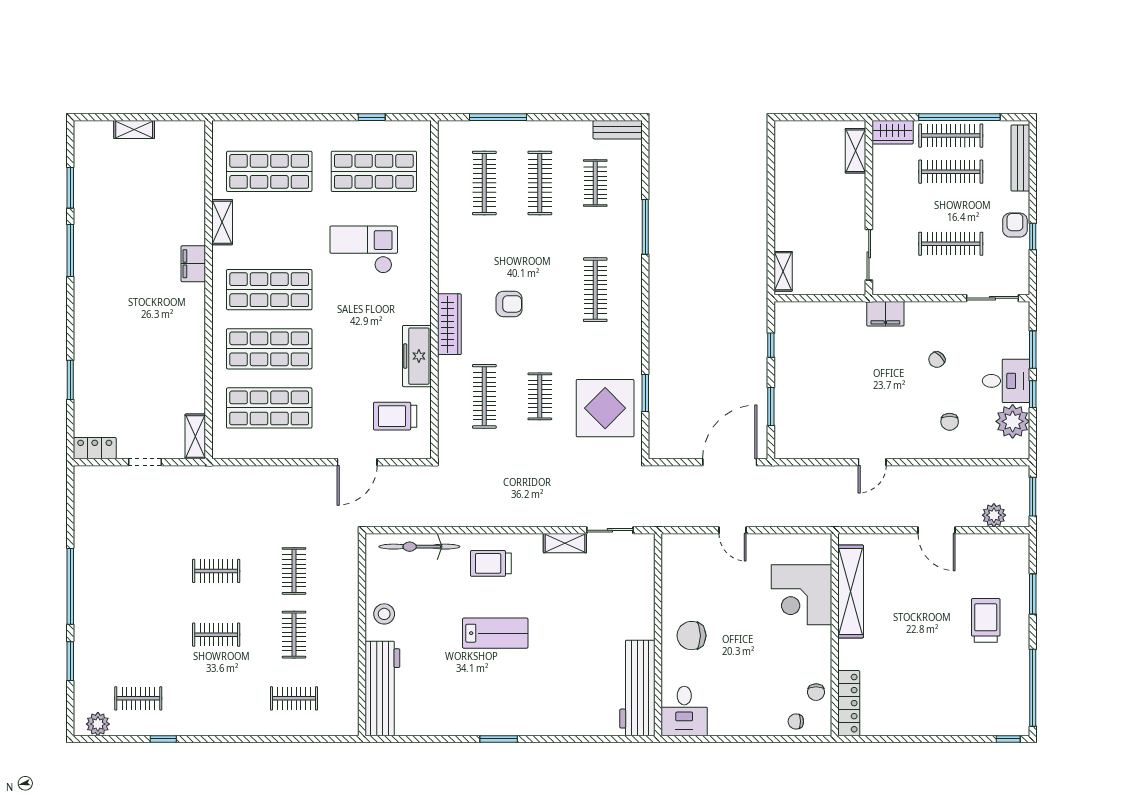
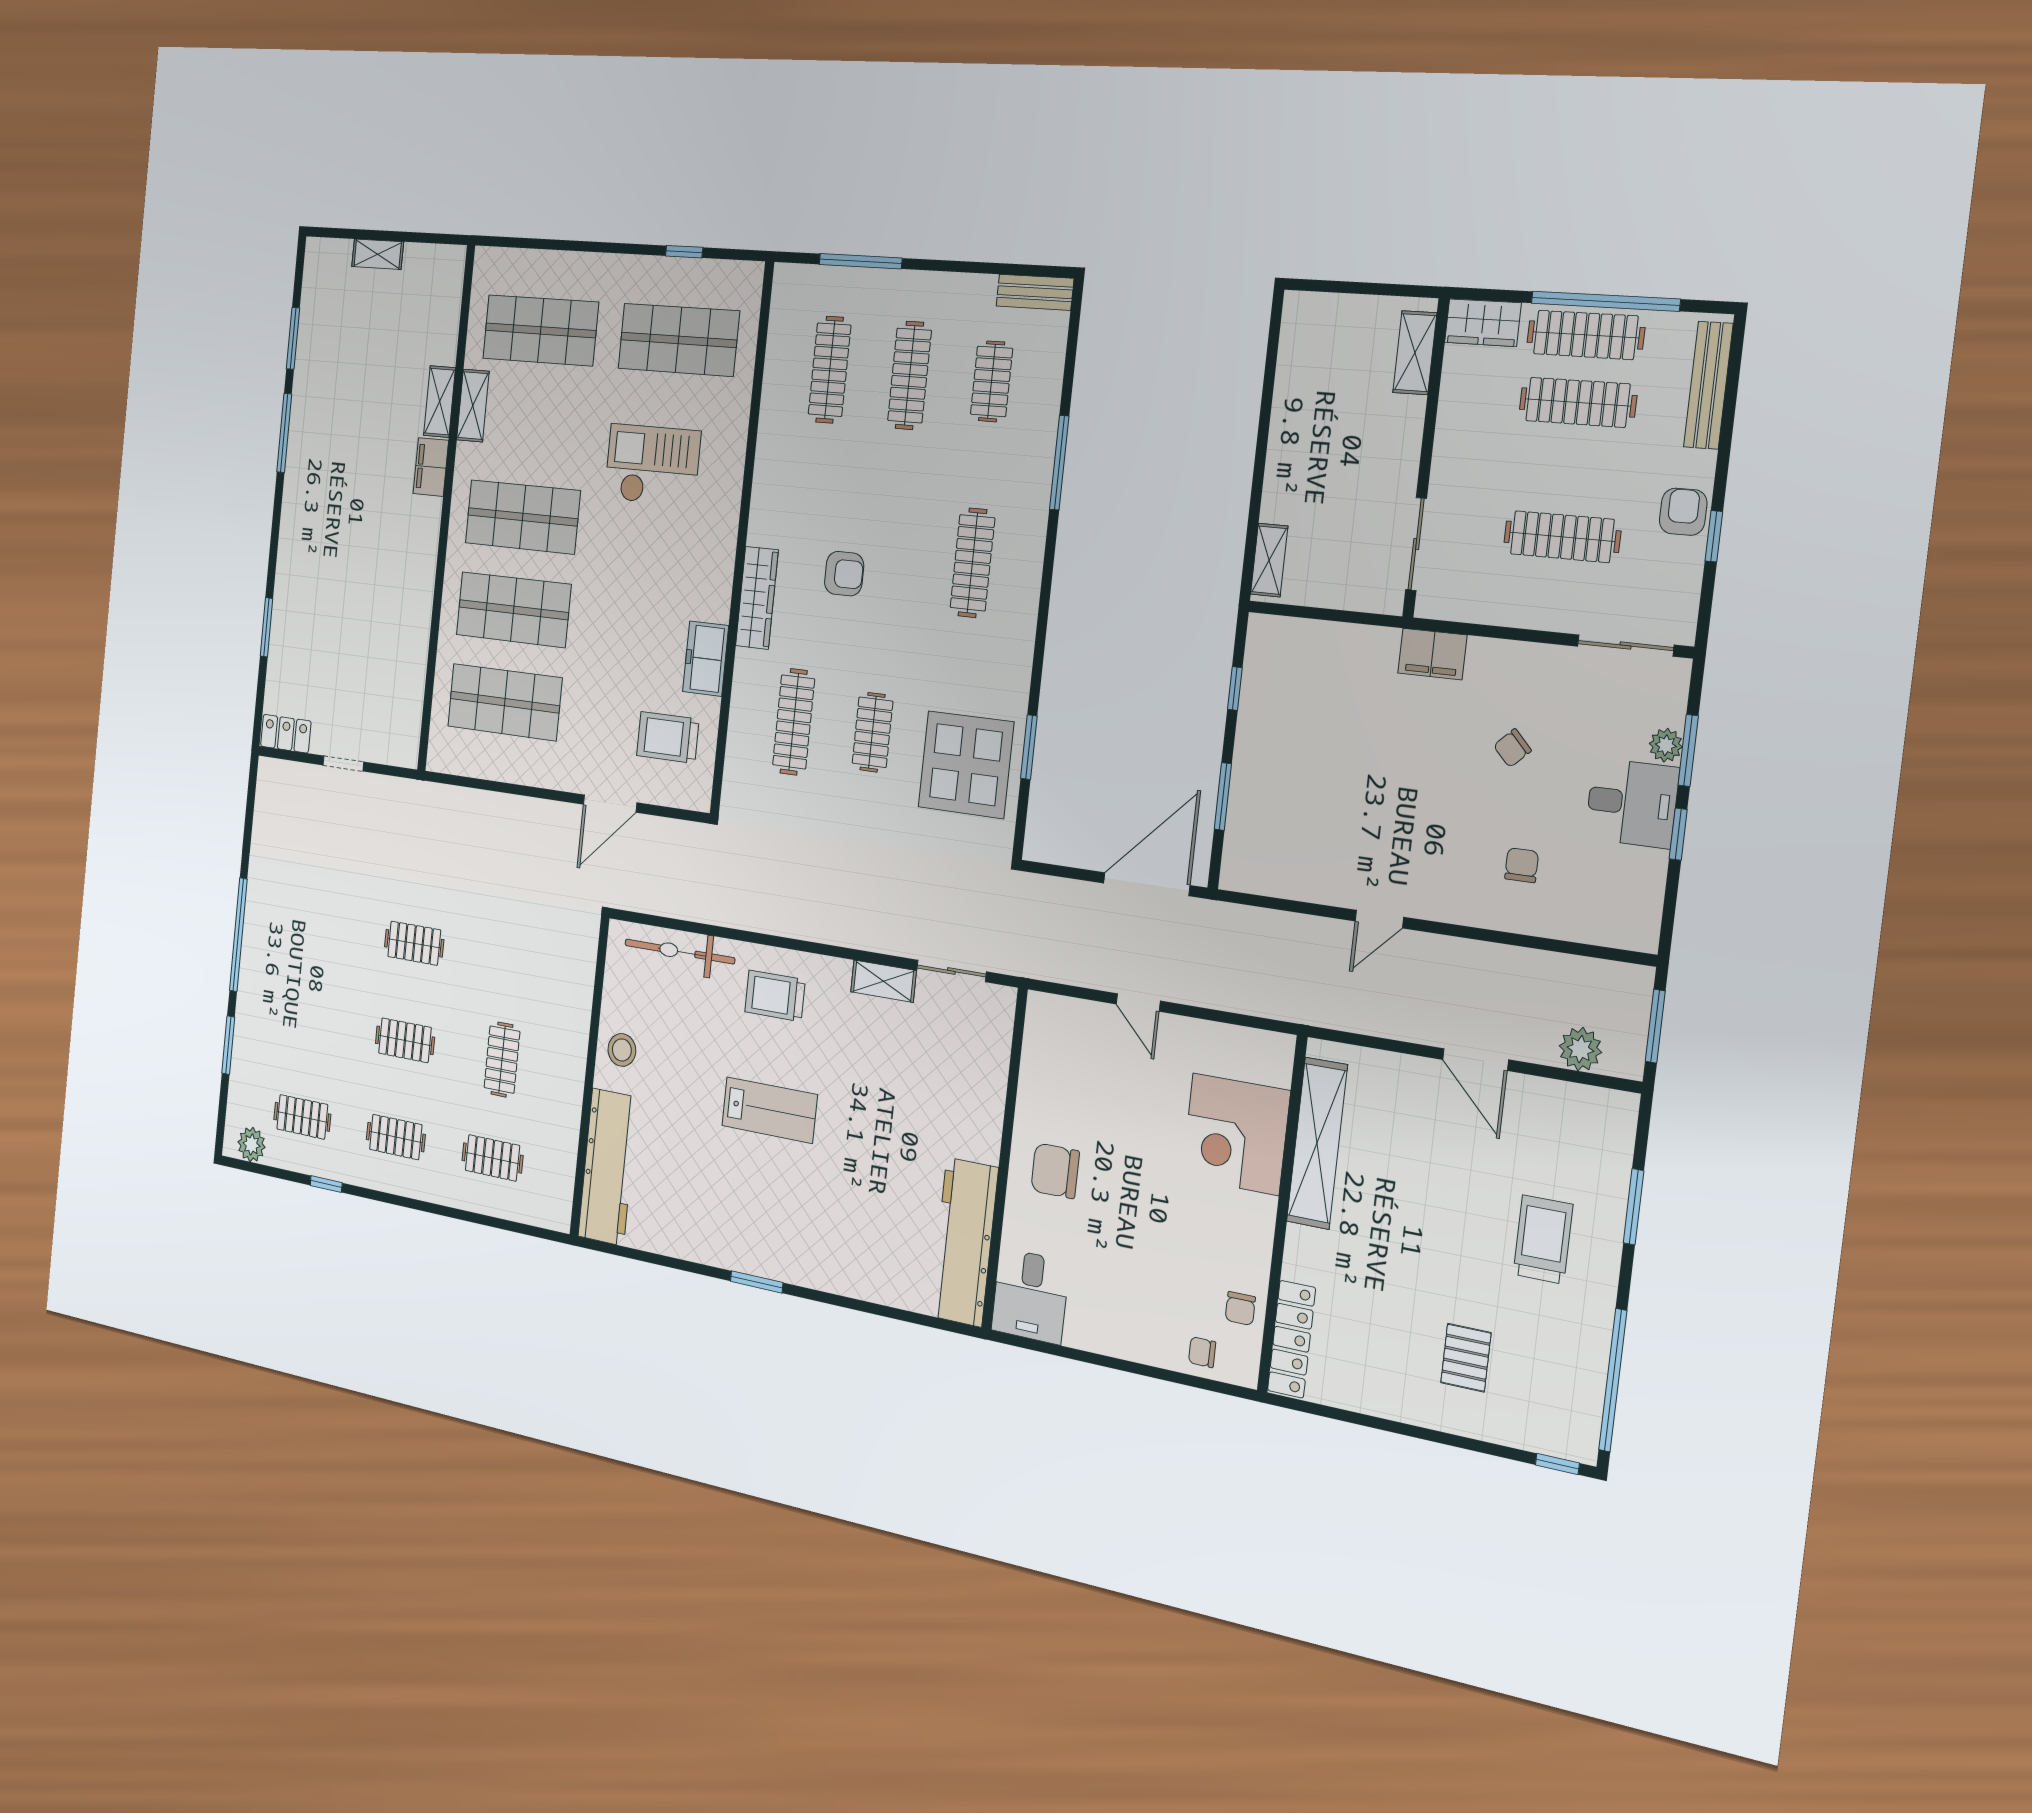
freezer: (417, 356) -> (706, 659), width x0.71
plant: (1013, 421) -> (1666, 745), moved, width x0.53, depth x0.53
chair: (950, 422) -> (1522, 865), turned 180
shelving: (195, 436) -> (440, 402), moved
clothes rail: (294, 571) -> (396, 1137), moved, turned 90
pallet: (951, 693) -> (1466, 1358), added

